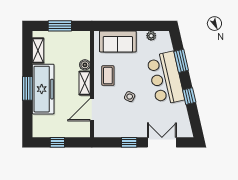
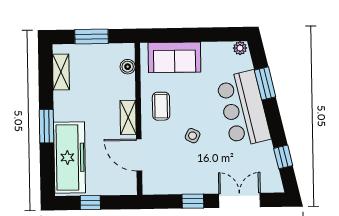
plant: (151, 36) -> (240, 48), moved
boiler: (85, 65) -> (128, 67), moved
freezer: (43, 89) -> (70, 157), moved
window: (189, 96) -> (283, 157), moved
door: (92, 110) -> (139, 155), hinge flipped

